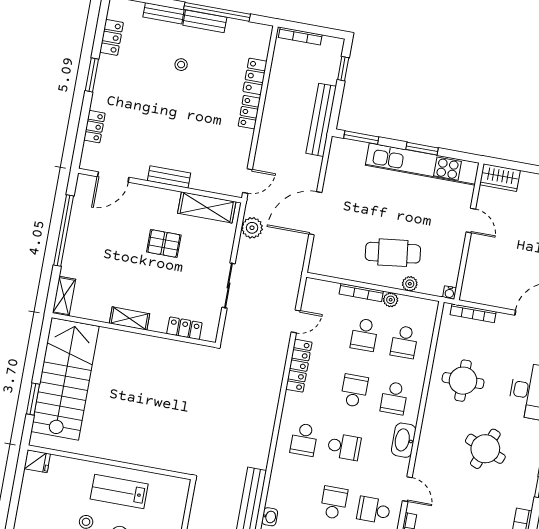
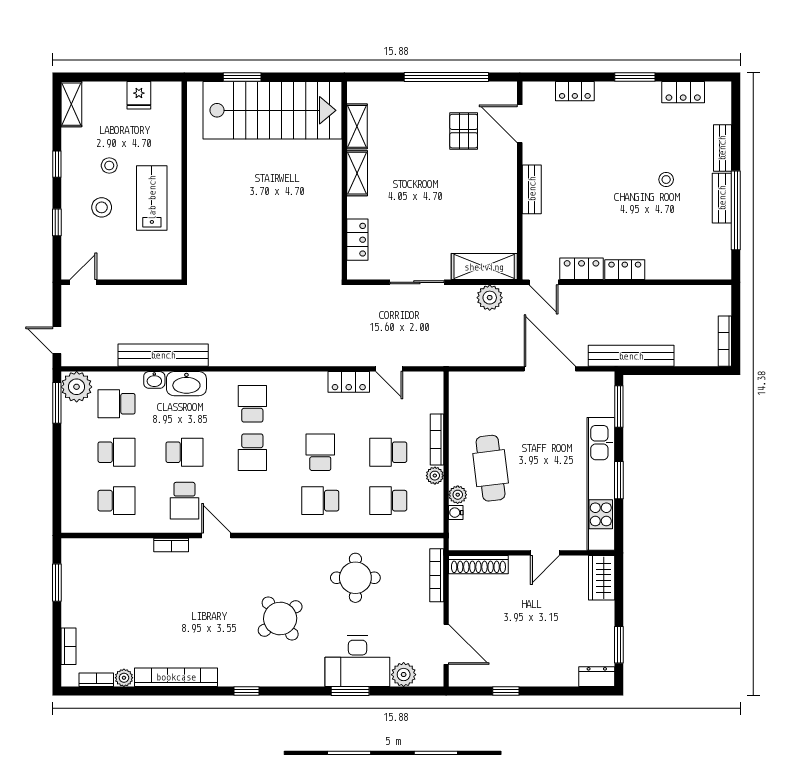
bookcase: (300, 36) -> (725, 341), moved
window: (343, 69) -> (696, 371), removed
locker: (255, 76) -> (582, 269), moved
shelving: (207, 207) -> (484, 267), moved, turned 90
door: (315, 213) -> (550, 369), moved
pallet: (164, 243) -> (464, 131), moved
shoe rack: (471, 277) -> (478, 565), added
water cooler: (449, 293) -> (456, 513), moved
shelving: (64, 296) -> (357, 126), moved, turned 90
locker: (299, 366) -> (349, 382), width x0.66
school desk: (354, 391) -> (320, 452), turned -90
school desk: (304, 439) -> (252, 404), turned 90
washbasin: (404, 440) -> (186, 384), moved, turned 180
round table: (485, 449) -> (280, 619), turned 31
fridge: (37, 461) -> (139, 95), moved
door: (407, 489) -> (216, 536), swing flipped
school desk: (374, 510) -> (184, 501), turned 180

